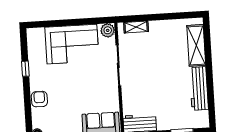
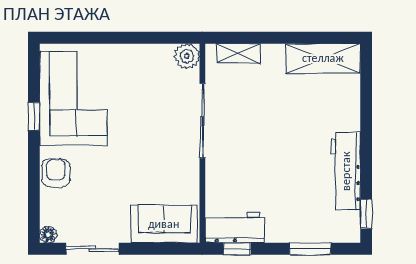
corner sofa: (72, 44) -> (73, 98), moved, turned -90
shelving: (196, 45) -> (323, 58), moved, turned 90
window: (212, 111) -> (366, 214), added

